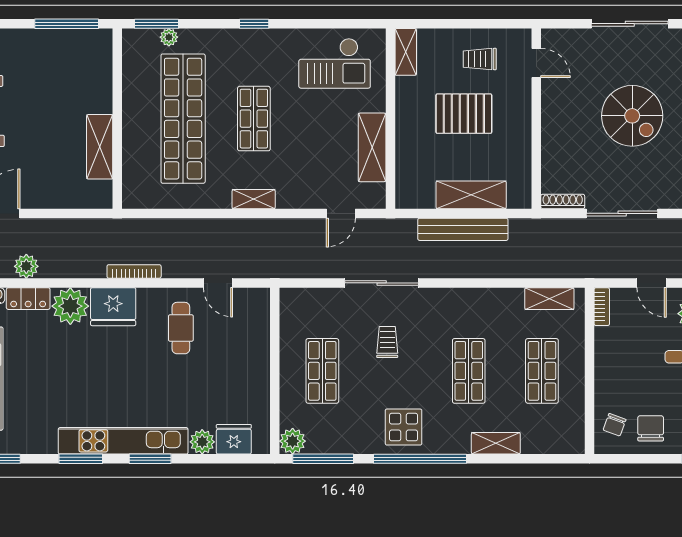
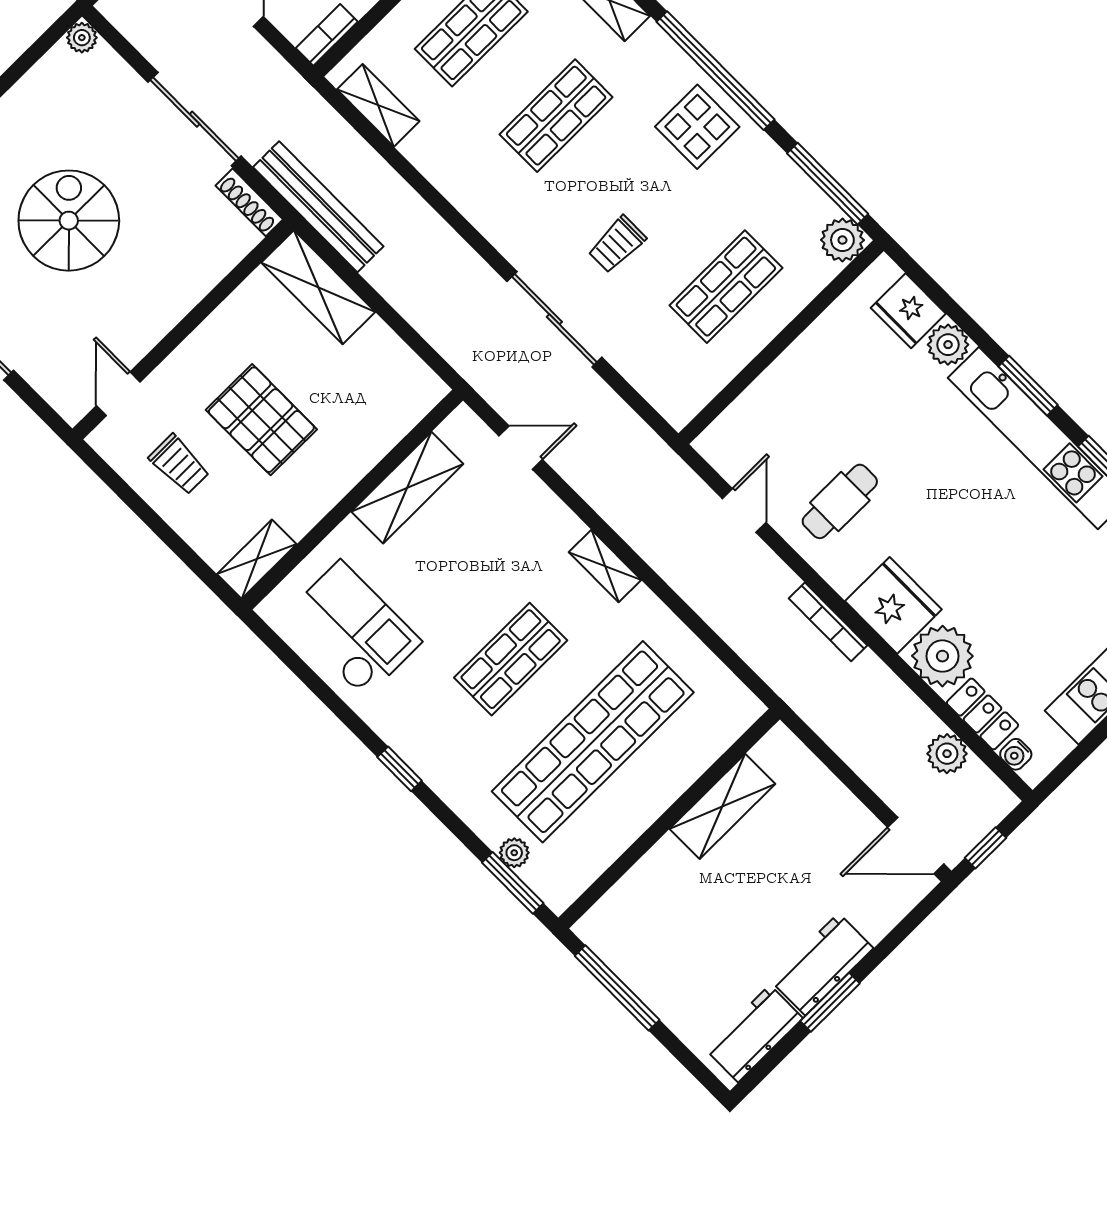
shelving: (471, 195) -> (318, 287), moved
bench: (463, 229) -> (318, 207), moved

